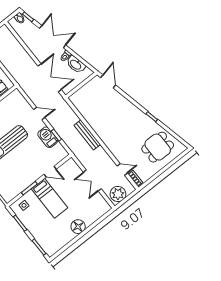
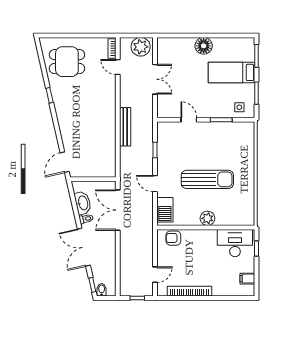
barbecue: (48, 137) -> (165, 210), moved
bed: (49, 198) -> (232, 72), moved, turned -90

